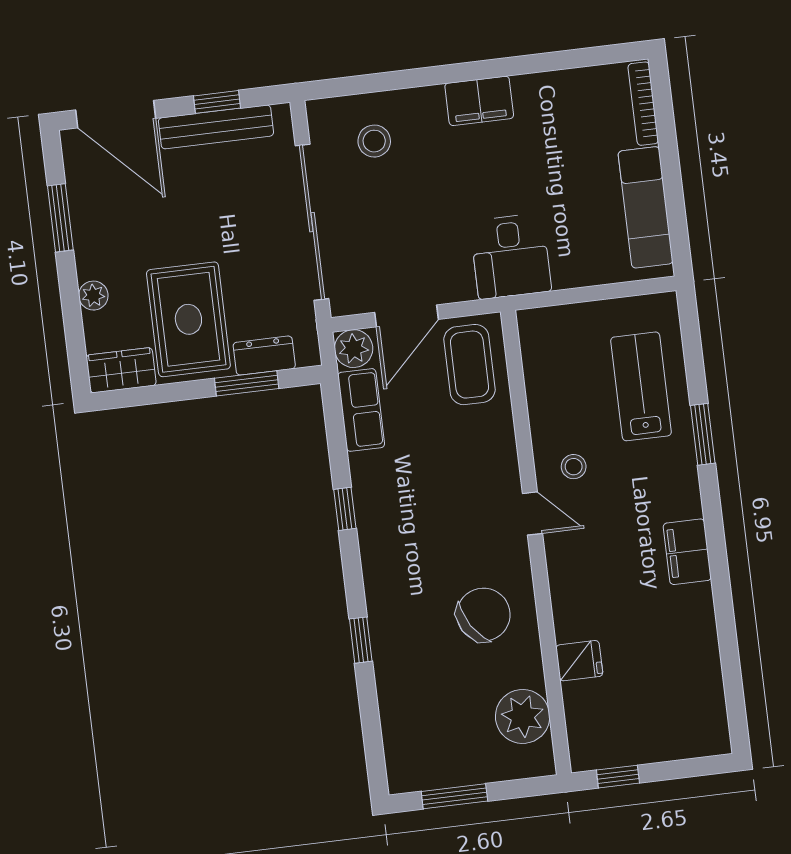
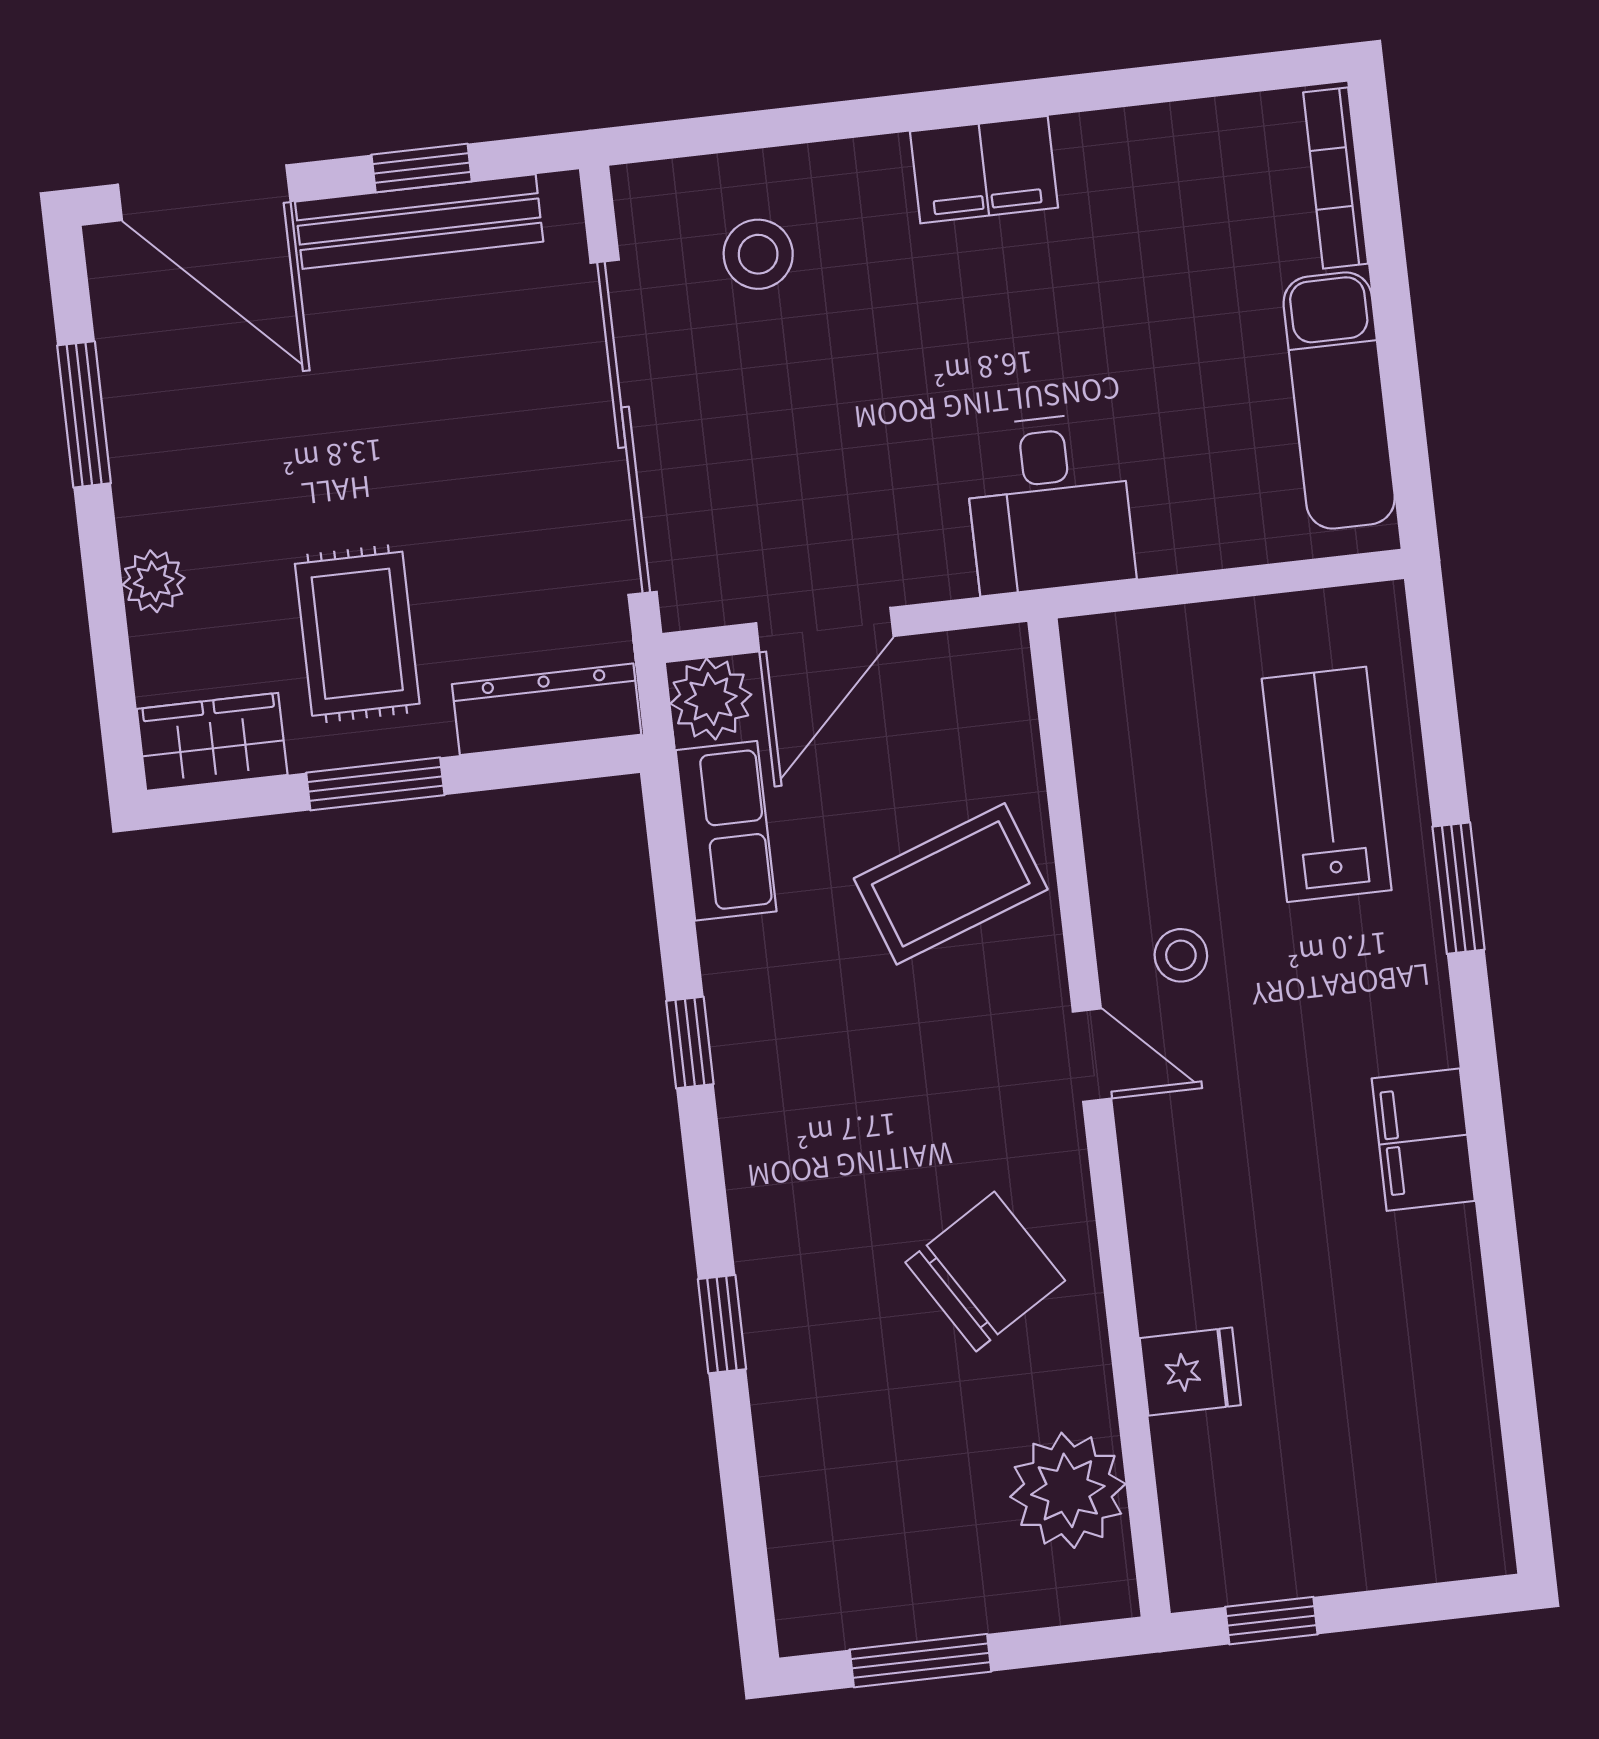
rug: (188, 319) -> (357, 634), width x0.73, depth x0.70
dresser: (264, 356) -> (547, 709), width x1.44
coffee table: (469, 365) -> (951, 884), moved, turned 70
window: (247, 383) -> (375, 784), moved

